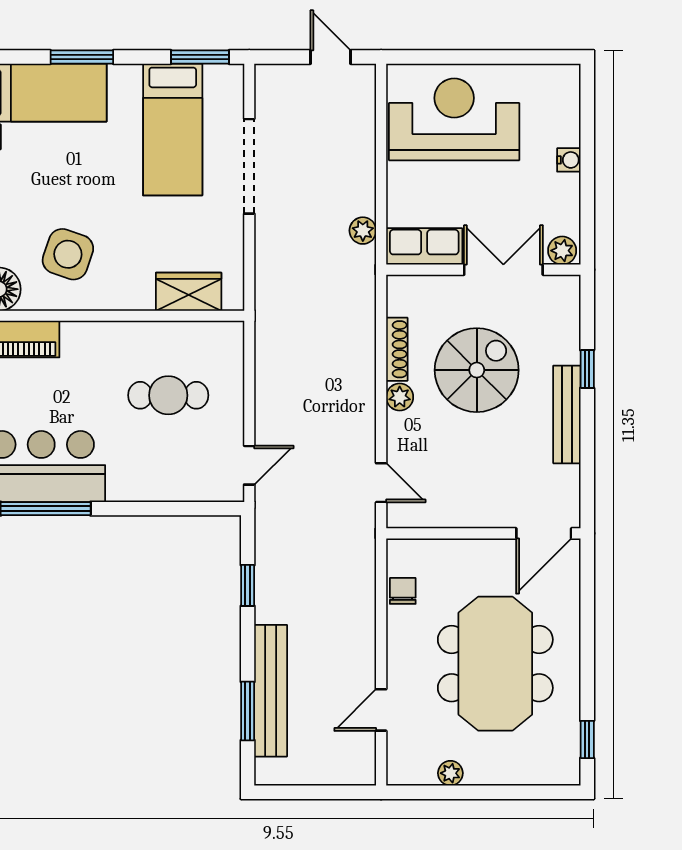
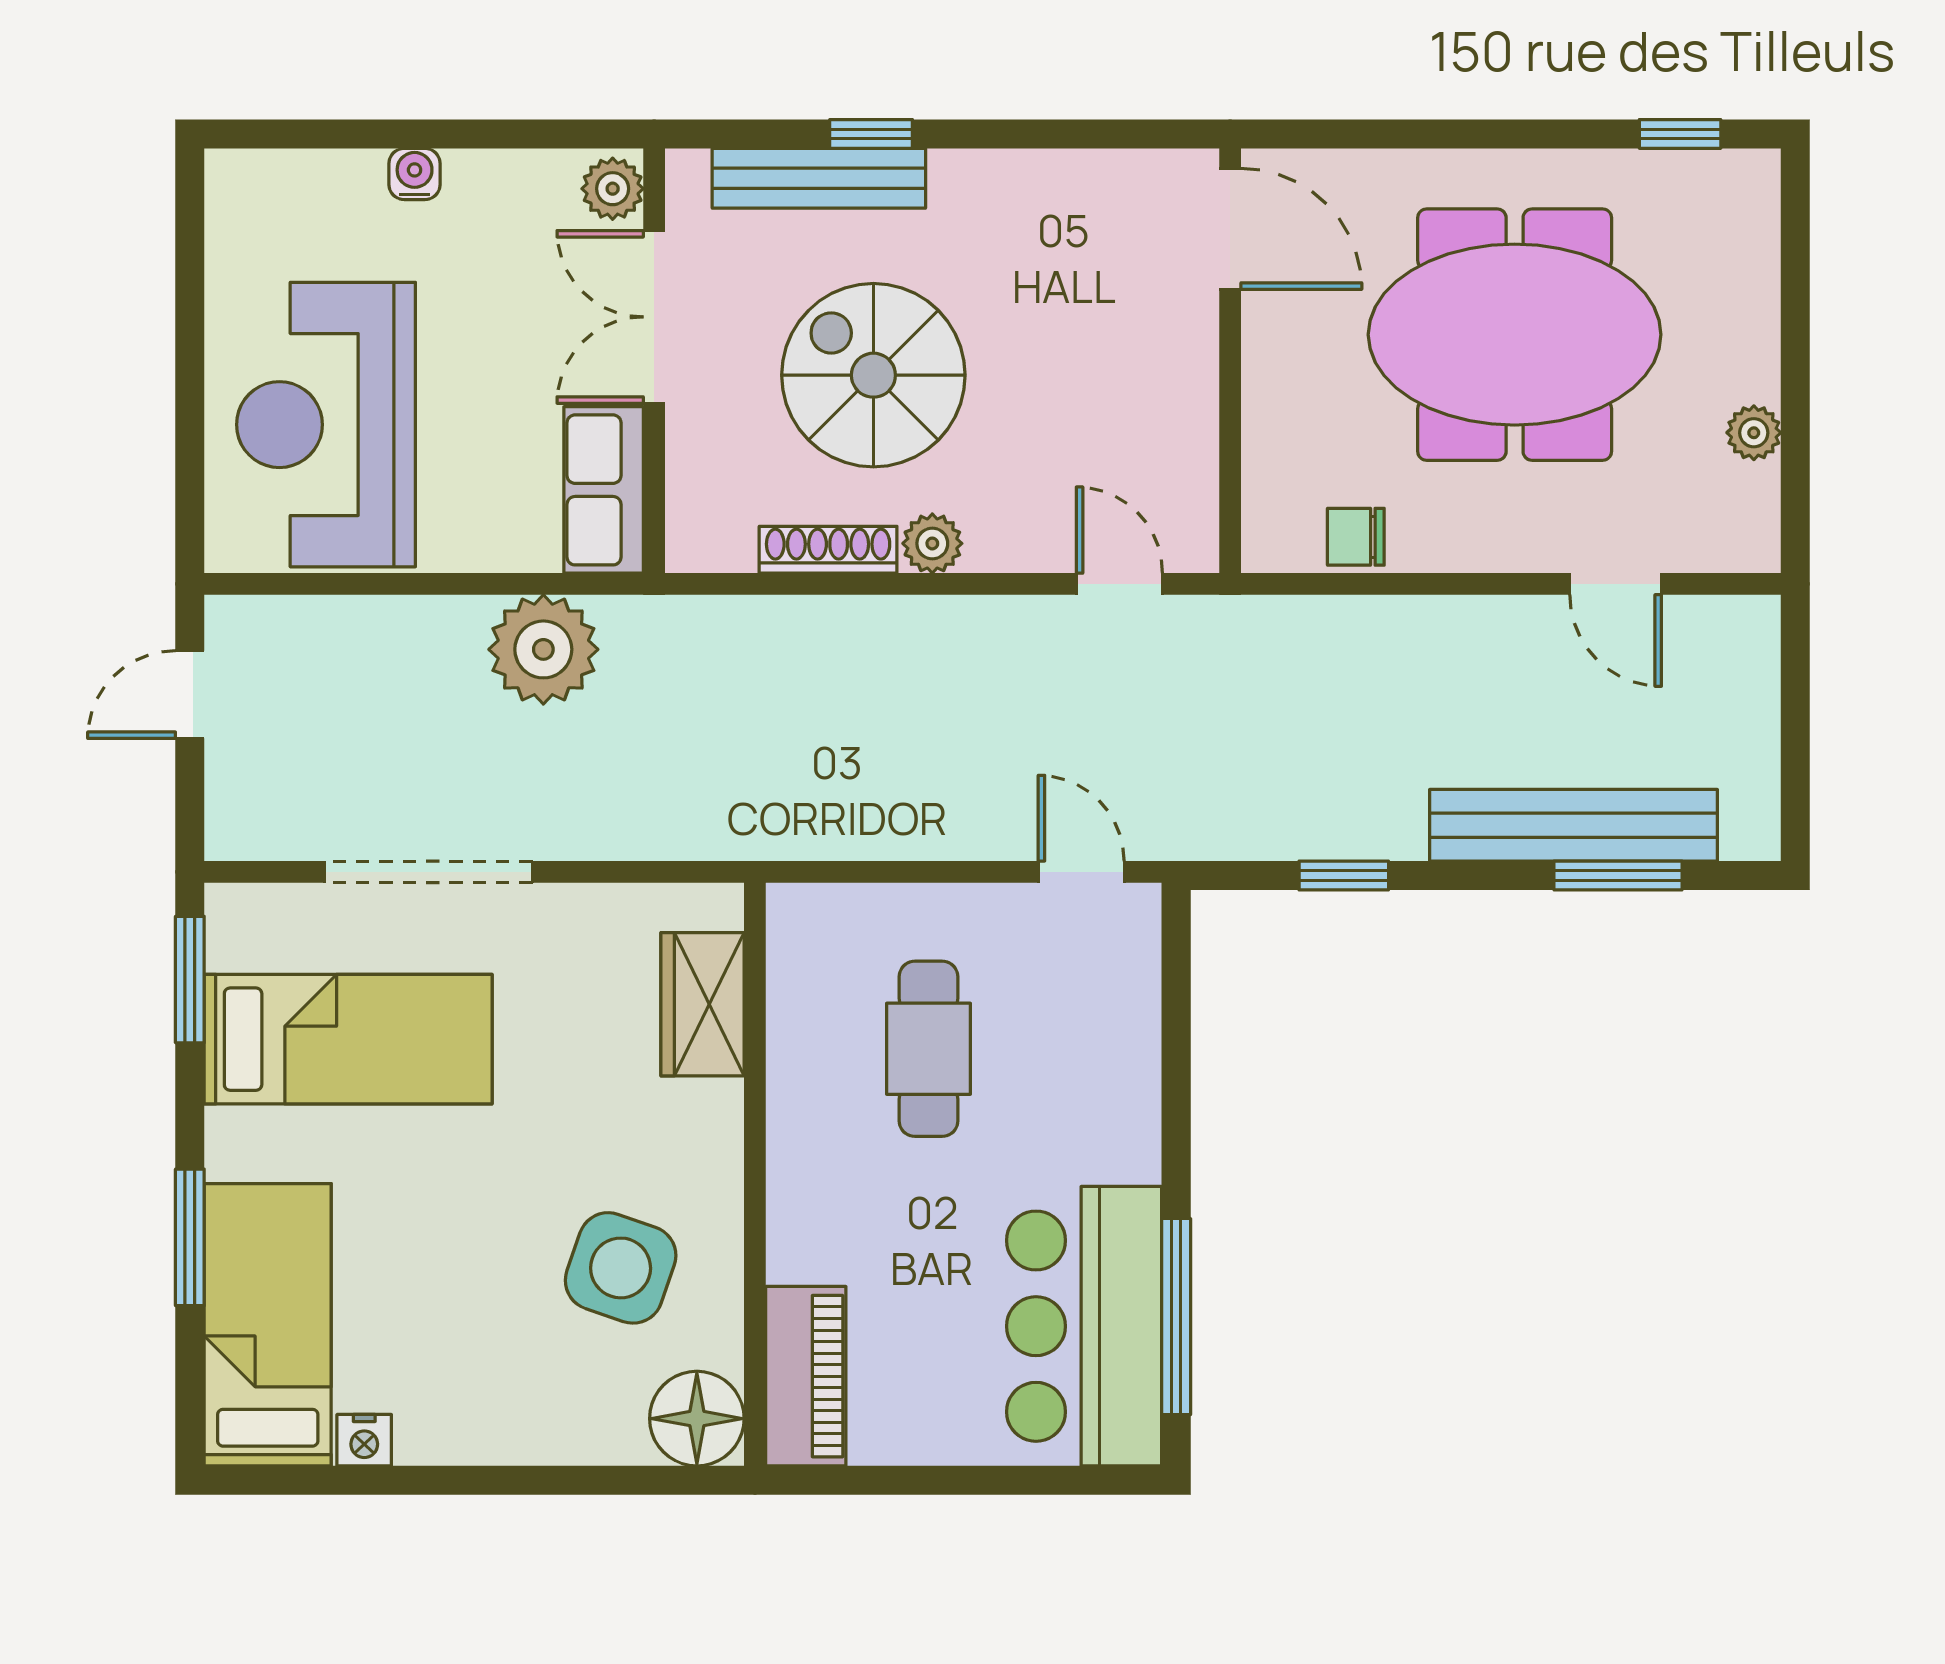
plant: (363, 231) -> (543, 649), width x1.87, depth x1.87
bench: (567, 414) -> (819, 178), moved
door: (381, 483) -> (1119, 584), hinge flipped

